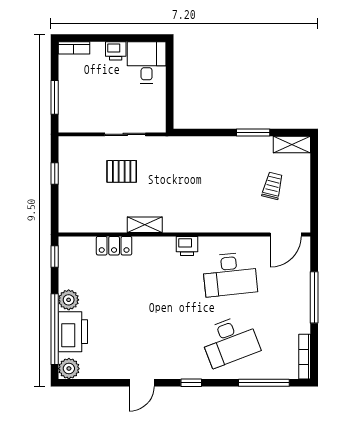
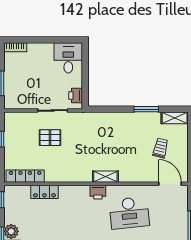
printer: (116, 51) -> (76, 95), moved, turned 90
locker: (88, 224) -> (25, 176), added
shelving: (145, 225) -> (105, 177), moved
door: (286, 234) -> (170, 184), swing flipped

